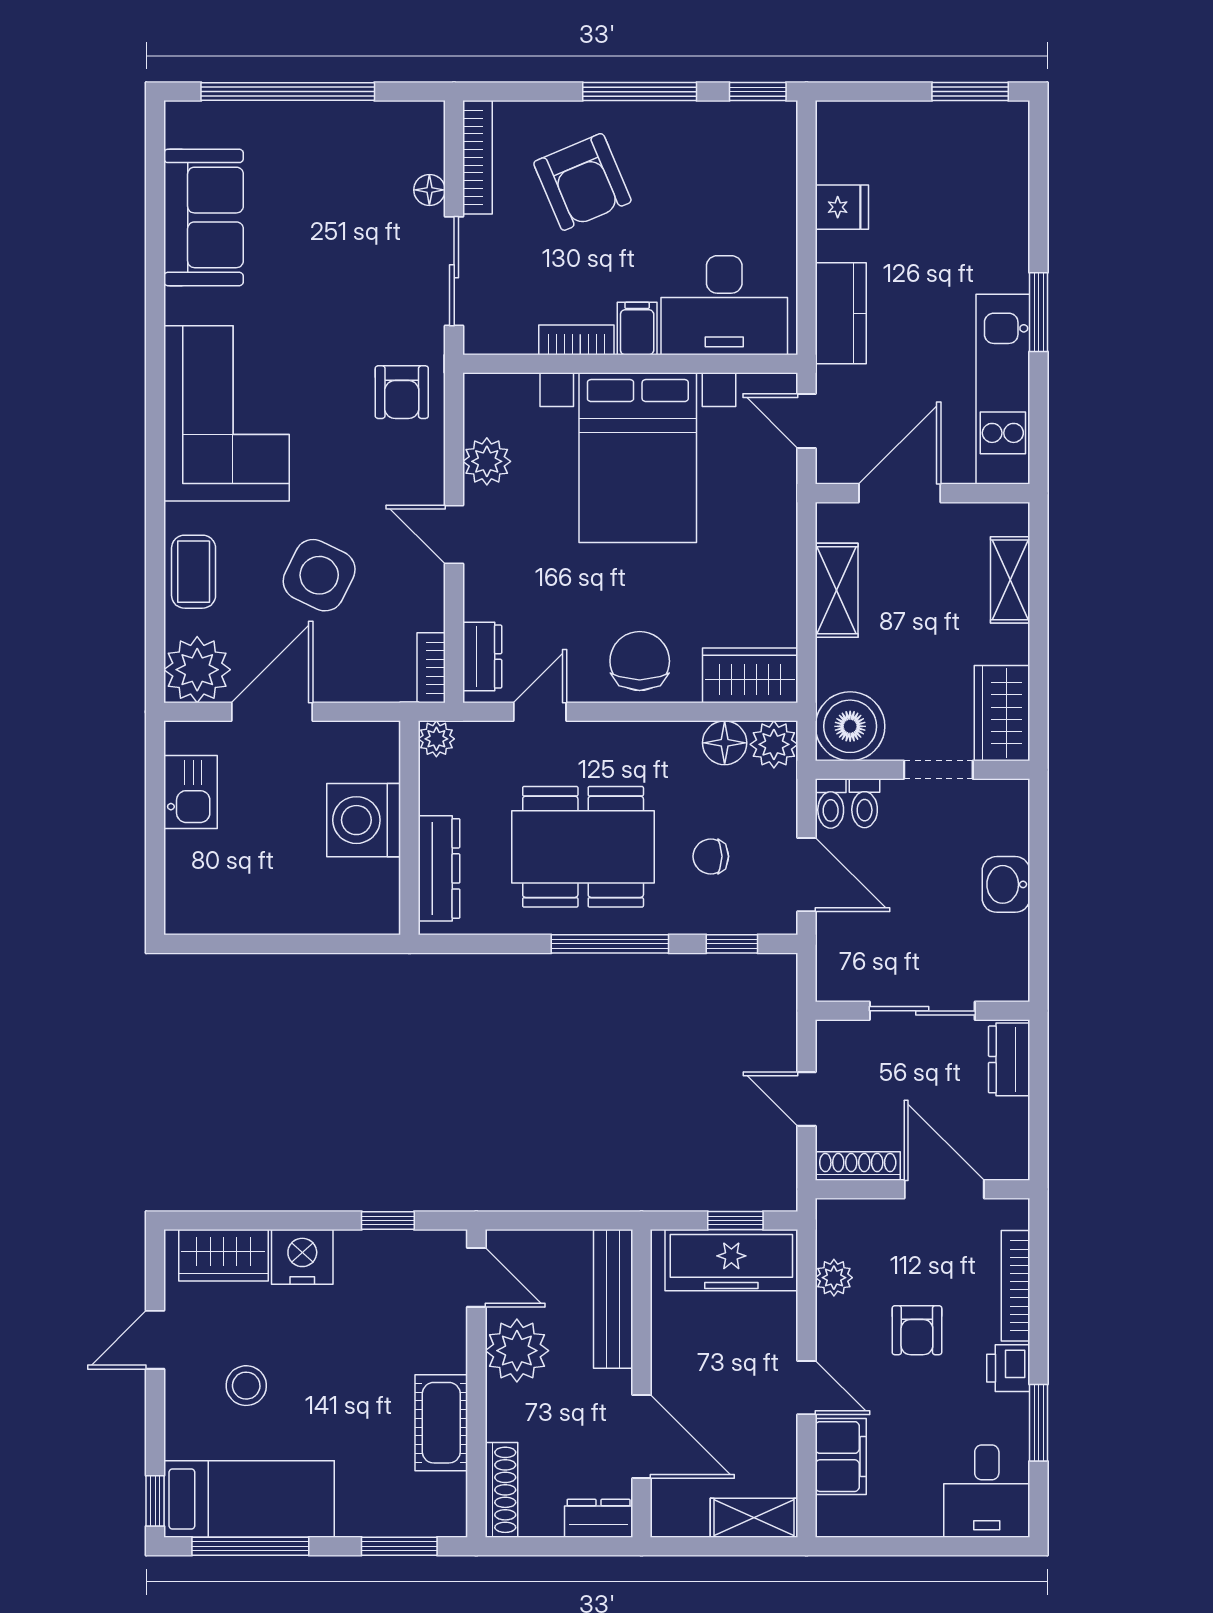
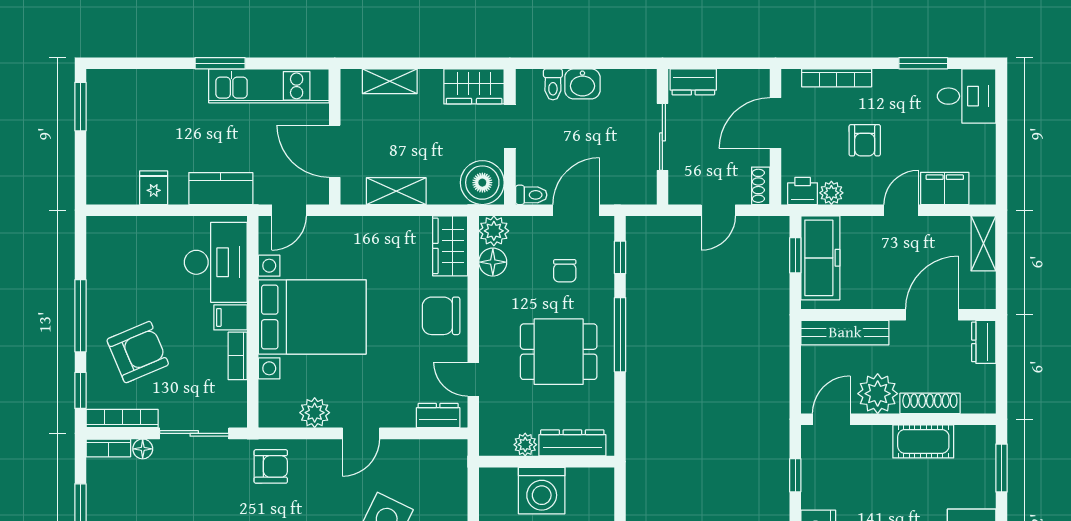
window: (758, 92) -> (80, 390), moved
bookcase: (431, 668) -> (108, 448), moved
plant: (436, 739) -> (525, 445), moved
toilet: (865, 803) -> (553, 84), moved, turned 90
dining table: (583, 847) -> (559, 352), width x0.73
shoe rack: (858, 1166) -> (761, 186), width x0.70
armchair: (917, 1330) -> (865, 140), turned 90
printer: (1008, 1368) -> (803, 191), moved, turned 180
shoe rack: (501, 1490) -> (930, 403), moved

